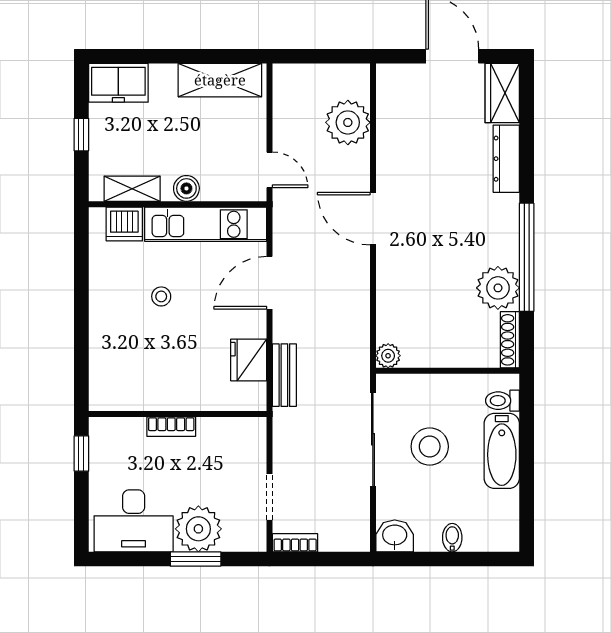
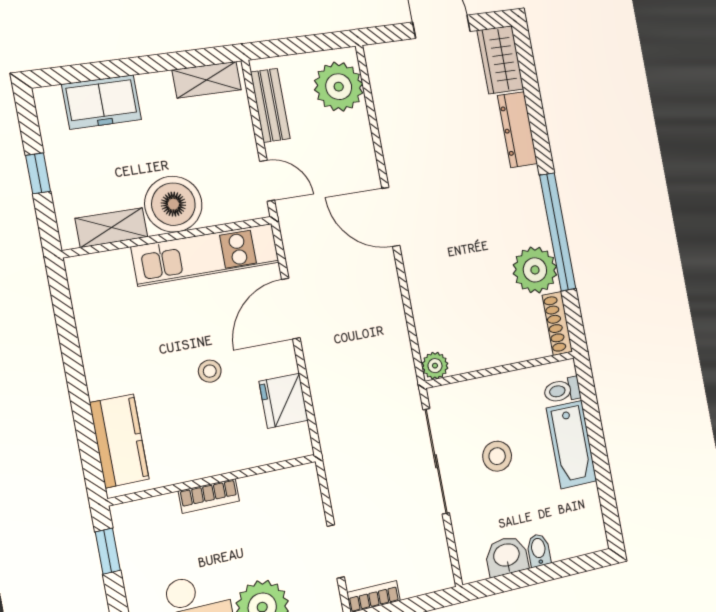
shelving: (220, 80) -> (207, 80), width x0.67, depth x0.75
freezer: (118, 83) -> (102, 102), moved
plant: (348, 122) -> (339, 87), moved
boiler: (186, 188) -> (173, 204), width x1.86, depth x1.86
dishwasher: (124, 224) -> (110, 270), removed
stool: (161, 296) -> (210, 371), moved
kitchen counter: (107, 366) -> (119, 441), added
bench: (284, 375) -> (270, 105), moved
stool: (430, 447) -> (497, 456), width x0.73, depth x0.73
washbasin: (395, 536) -> (507, 556), moved

